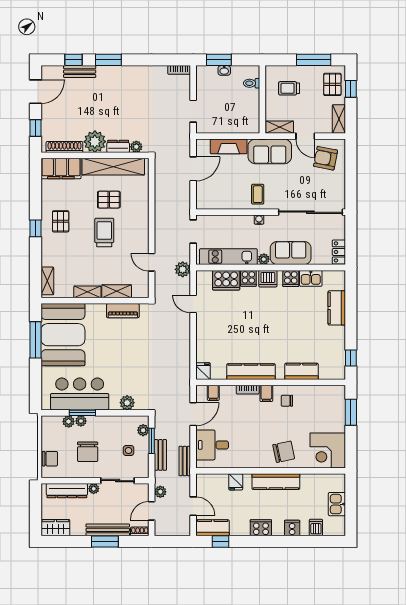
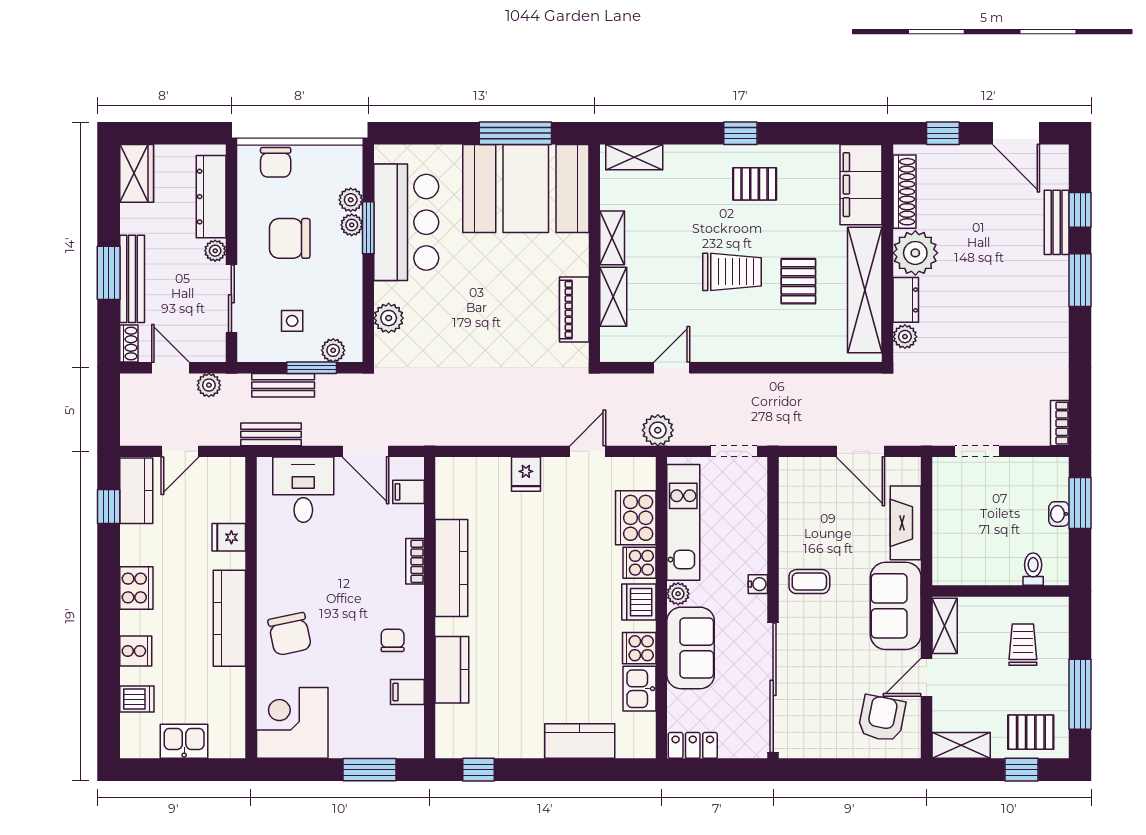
fridge: (203, 371) -> (526, 474), moved, turned 90
filing cabinet: (266, 393) -> (407, 692), moved

